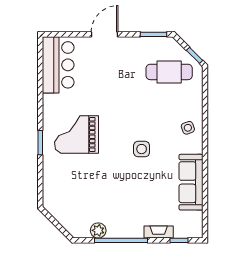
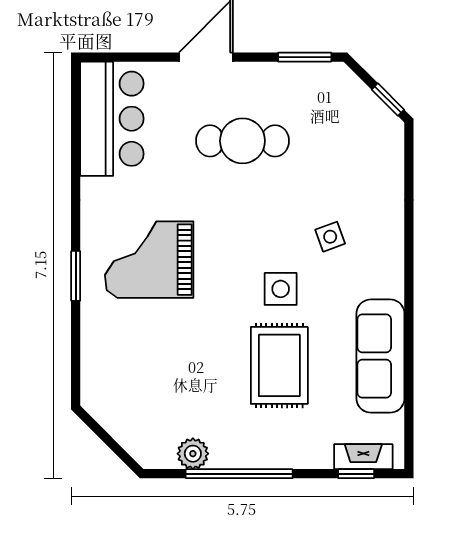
cafe table: (169, 72) -> (242, 141), moved
side table: (188, 128) -> (330, 237), moved
rug: (141, 187) -> (279, 365), added
fireplace: (159, 232) -> (363, 457), moved

